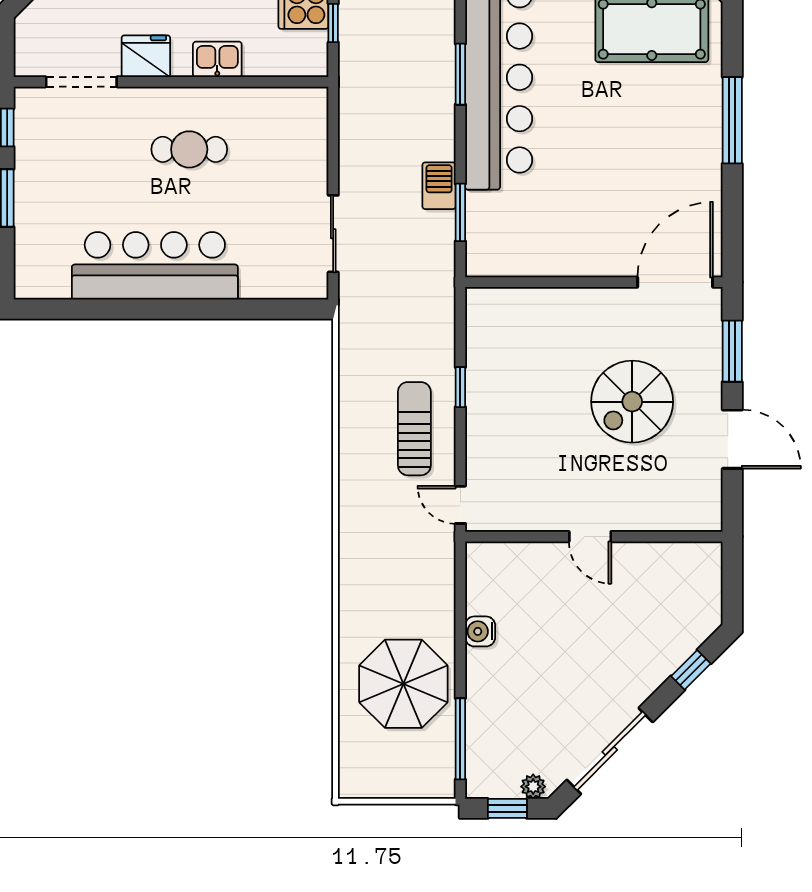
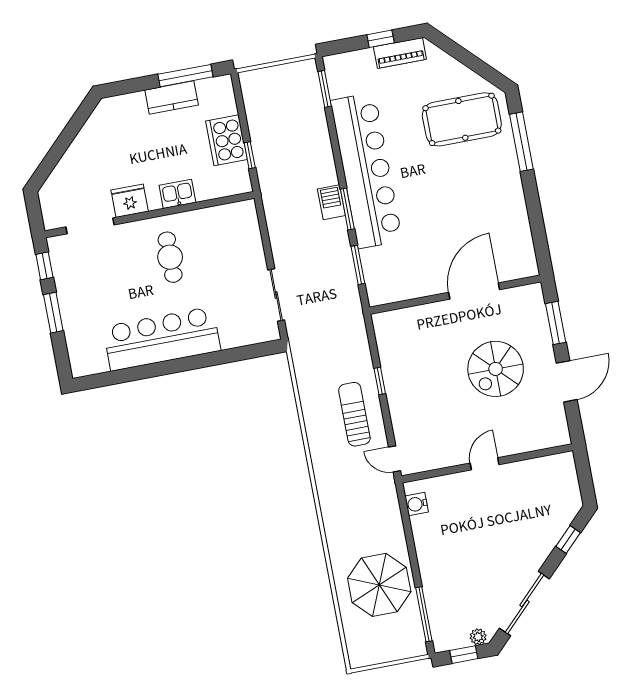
window: (460, 74) -> (347, 209), moved
window: (732, 120) -> (521, 142), moved
cafe table: (189, 149) -> (170, 257), turned 90
barbecue: (439, 186) -> (331, 202), moved
door: (675, 282) -> (474, 291), moved
door: (732, 439) -> (567, 381), hinge flipped
door: (590, 537) -> (485, 464), swing flipped
water cooler: (480, 631) -> (417, 504), moved

